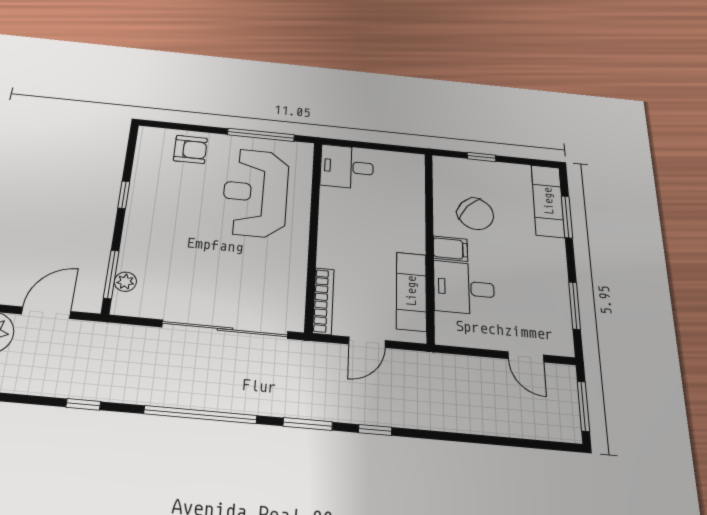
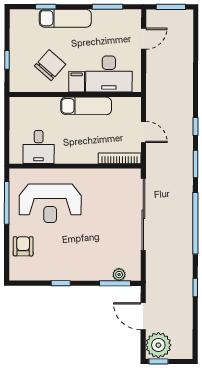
desk: (347, 167) -> (39, 147), moved
exam couch: (548, 201) -> (65, 18), moved
window: (567, 217) -> (46, 7), width x0.67
desk: (464, 288) -> (109, 74), width x1.37
exam couch: (411, 291) -> (86, 106), moved

